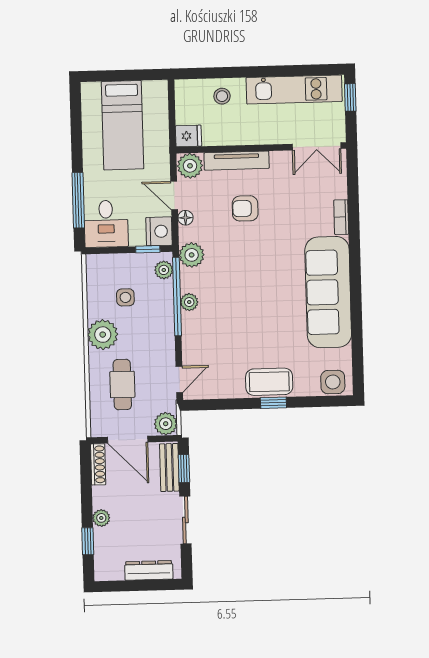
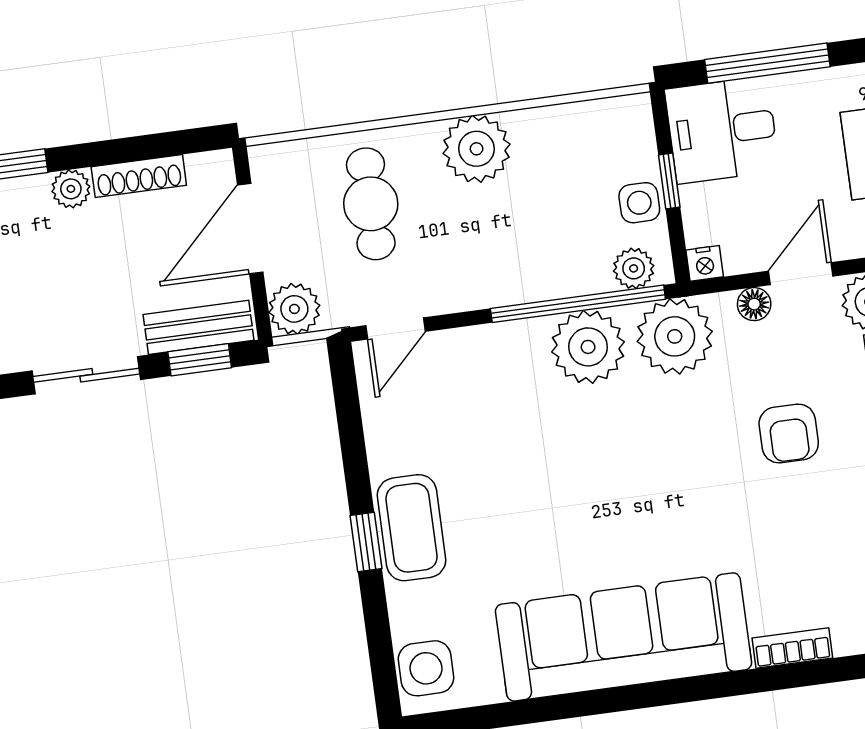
armchair: (245, 208) -> (789, 434), turned 180
nightstand: (159, 231) -> (705, 263), width x0.53, depth x0.56
window: (148, 249) -> (669, 181), moved
plant: (192, 255) -> (675, 336), width x1.36, depth x1.36
side table: (125, 297) -> (639, 203), moved
plant: (189, 302) -> (588, 347), width x1.87, depth x1.87
door: (179, 379) -> (396, 328), hinge flipped
cafe table: (122, 385) -> (371, 204), turned 90
shoe rack: (98, 464) -> (139, 176), moved

